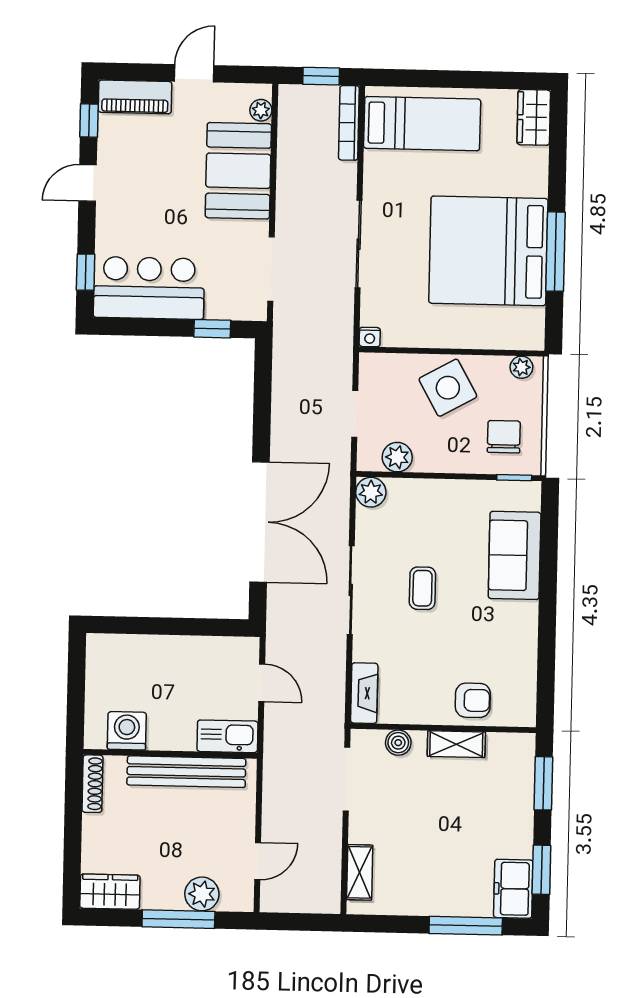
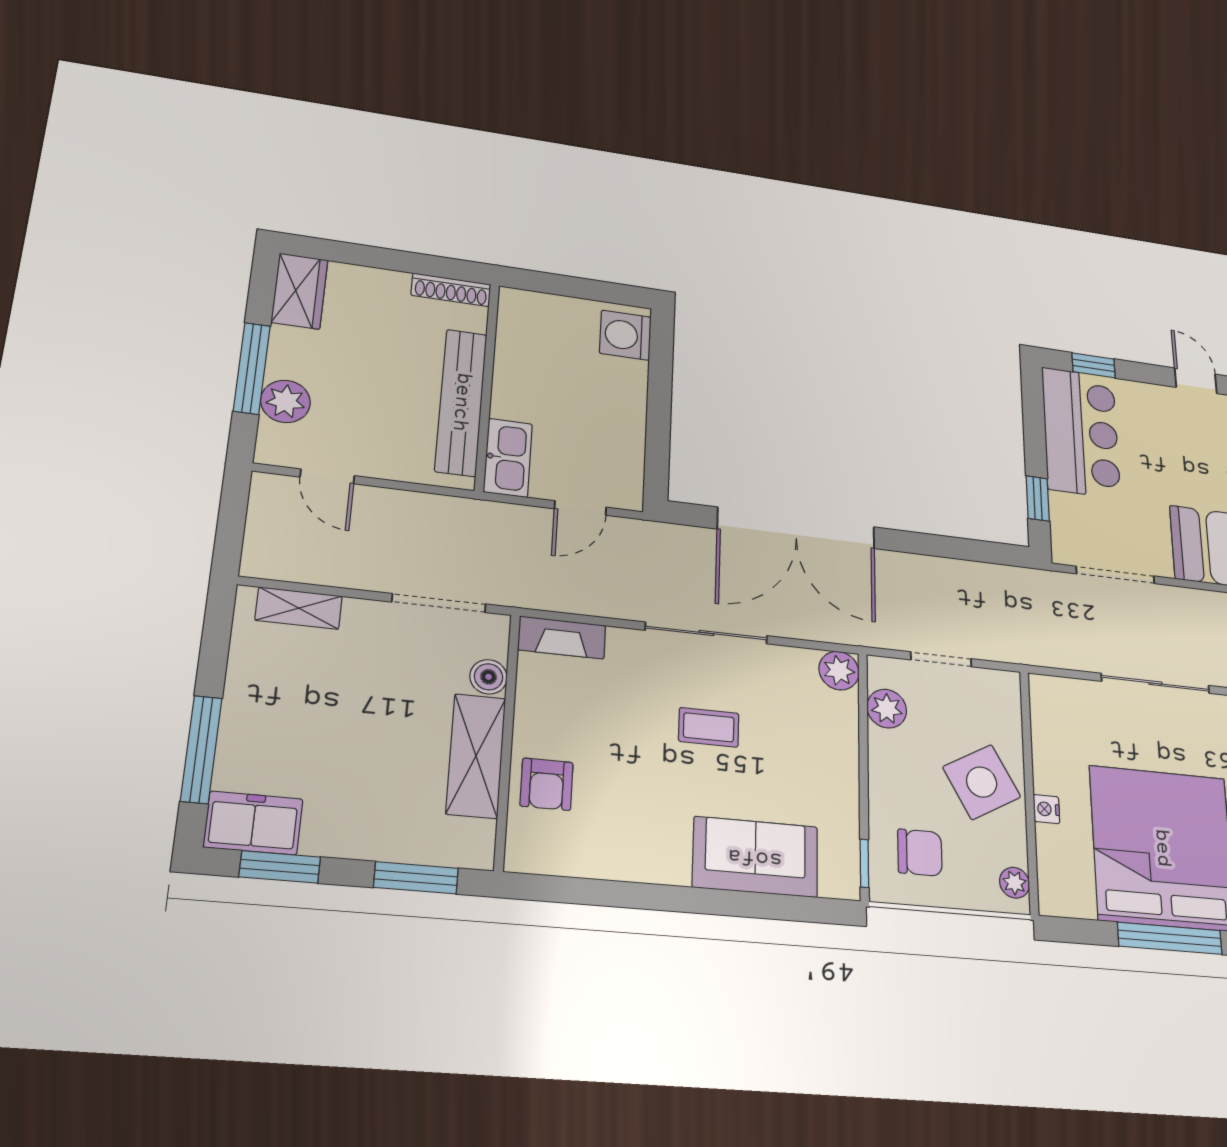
nightstand: (370, 337) -> (1046, 809), moved
washing machine: (127, 731) -> (625, 335), moved, turned 180
shelving: (456, 744) -> (476, 756), width x1.50, depth x1.33

